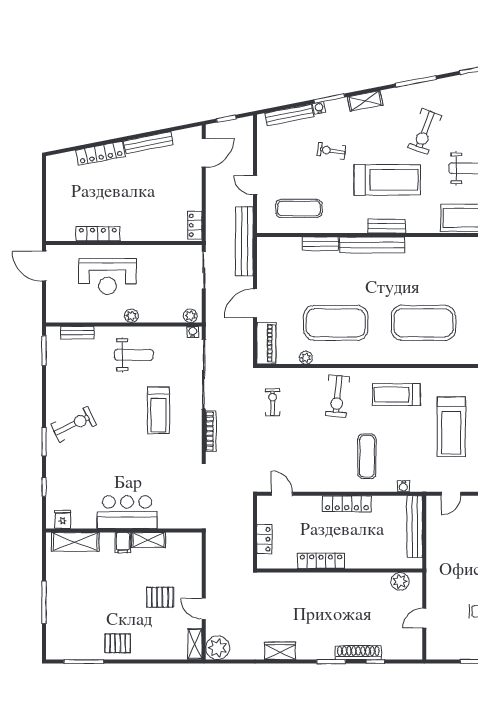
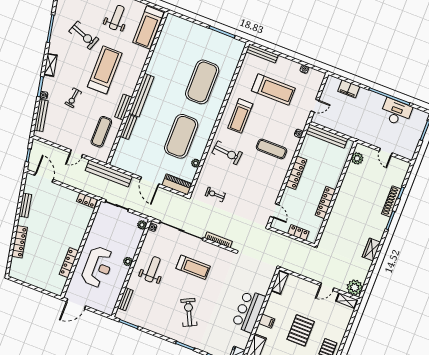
bench: (148, 143) -> (25, 205), width x0.73
bench: (387, 226) -> (123, 107), moved
exercise bike: (74, 424) -> (189, 312), moved
door: (282, 494) -> (274, 211), swing flipped
door: (451, 494) -> (315, 106), hinge flipped
shelving: (149, 540) -> (280, 282), moved
pallet: (160, 597) -> (301, 330), moved, width x1.50, depth x1.42

